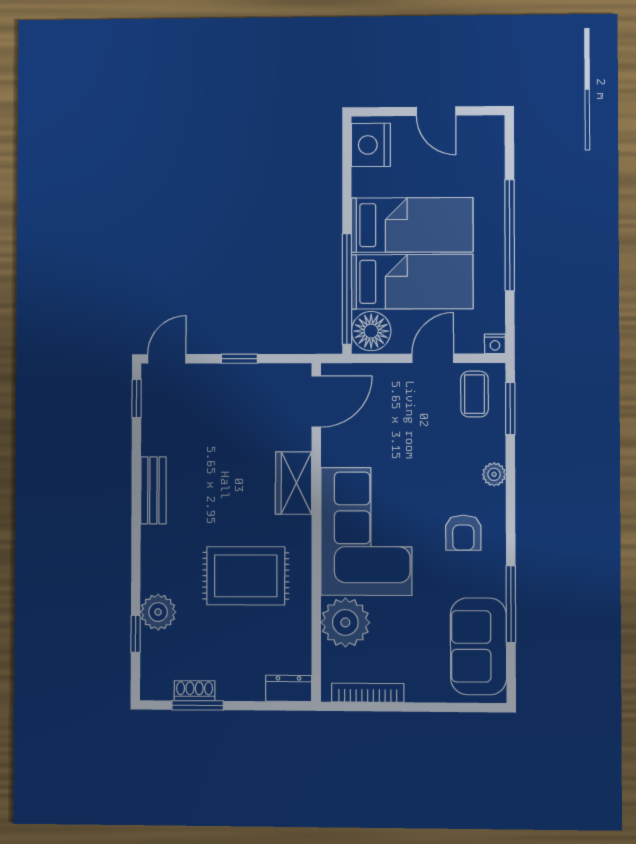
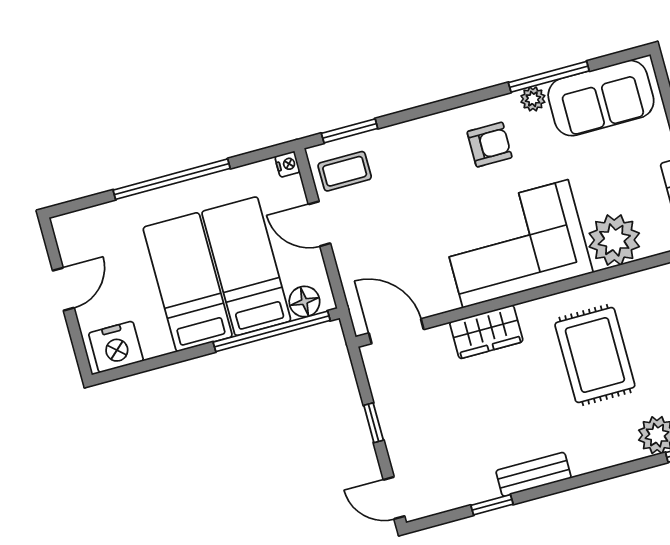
floor lamp: (371, 331) -> (304, 302), width x0.73, depth x0.73
window: (137, 399) -> (492, 505), moved
plant: (494, 474) -> (533, 99), moved

